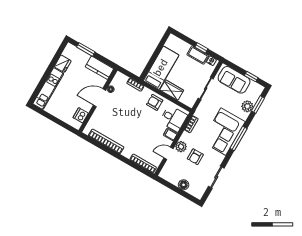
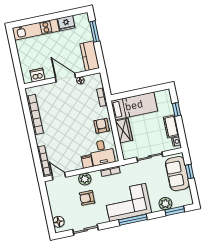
window: (201, 48) -> (176, 109), moved
window: (251, 77) -> (190, 172), moved
door: (168, 153) -> (59, 176), moved
floor lamp: (184, 185) -> (58, 222), moved

